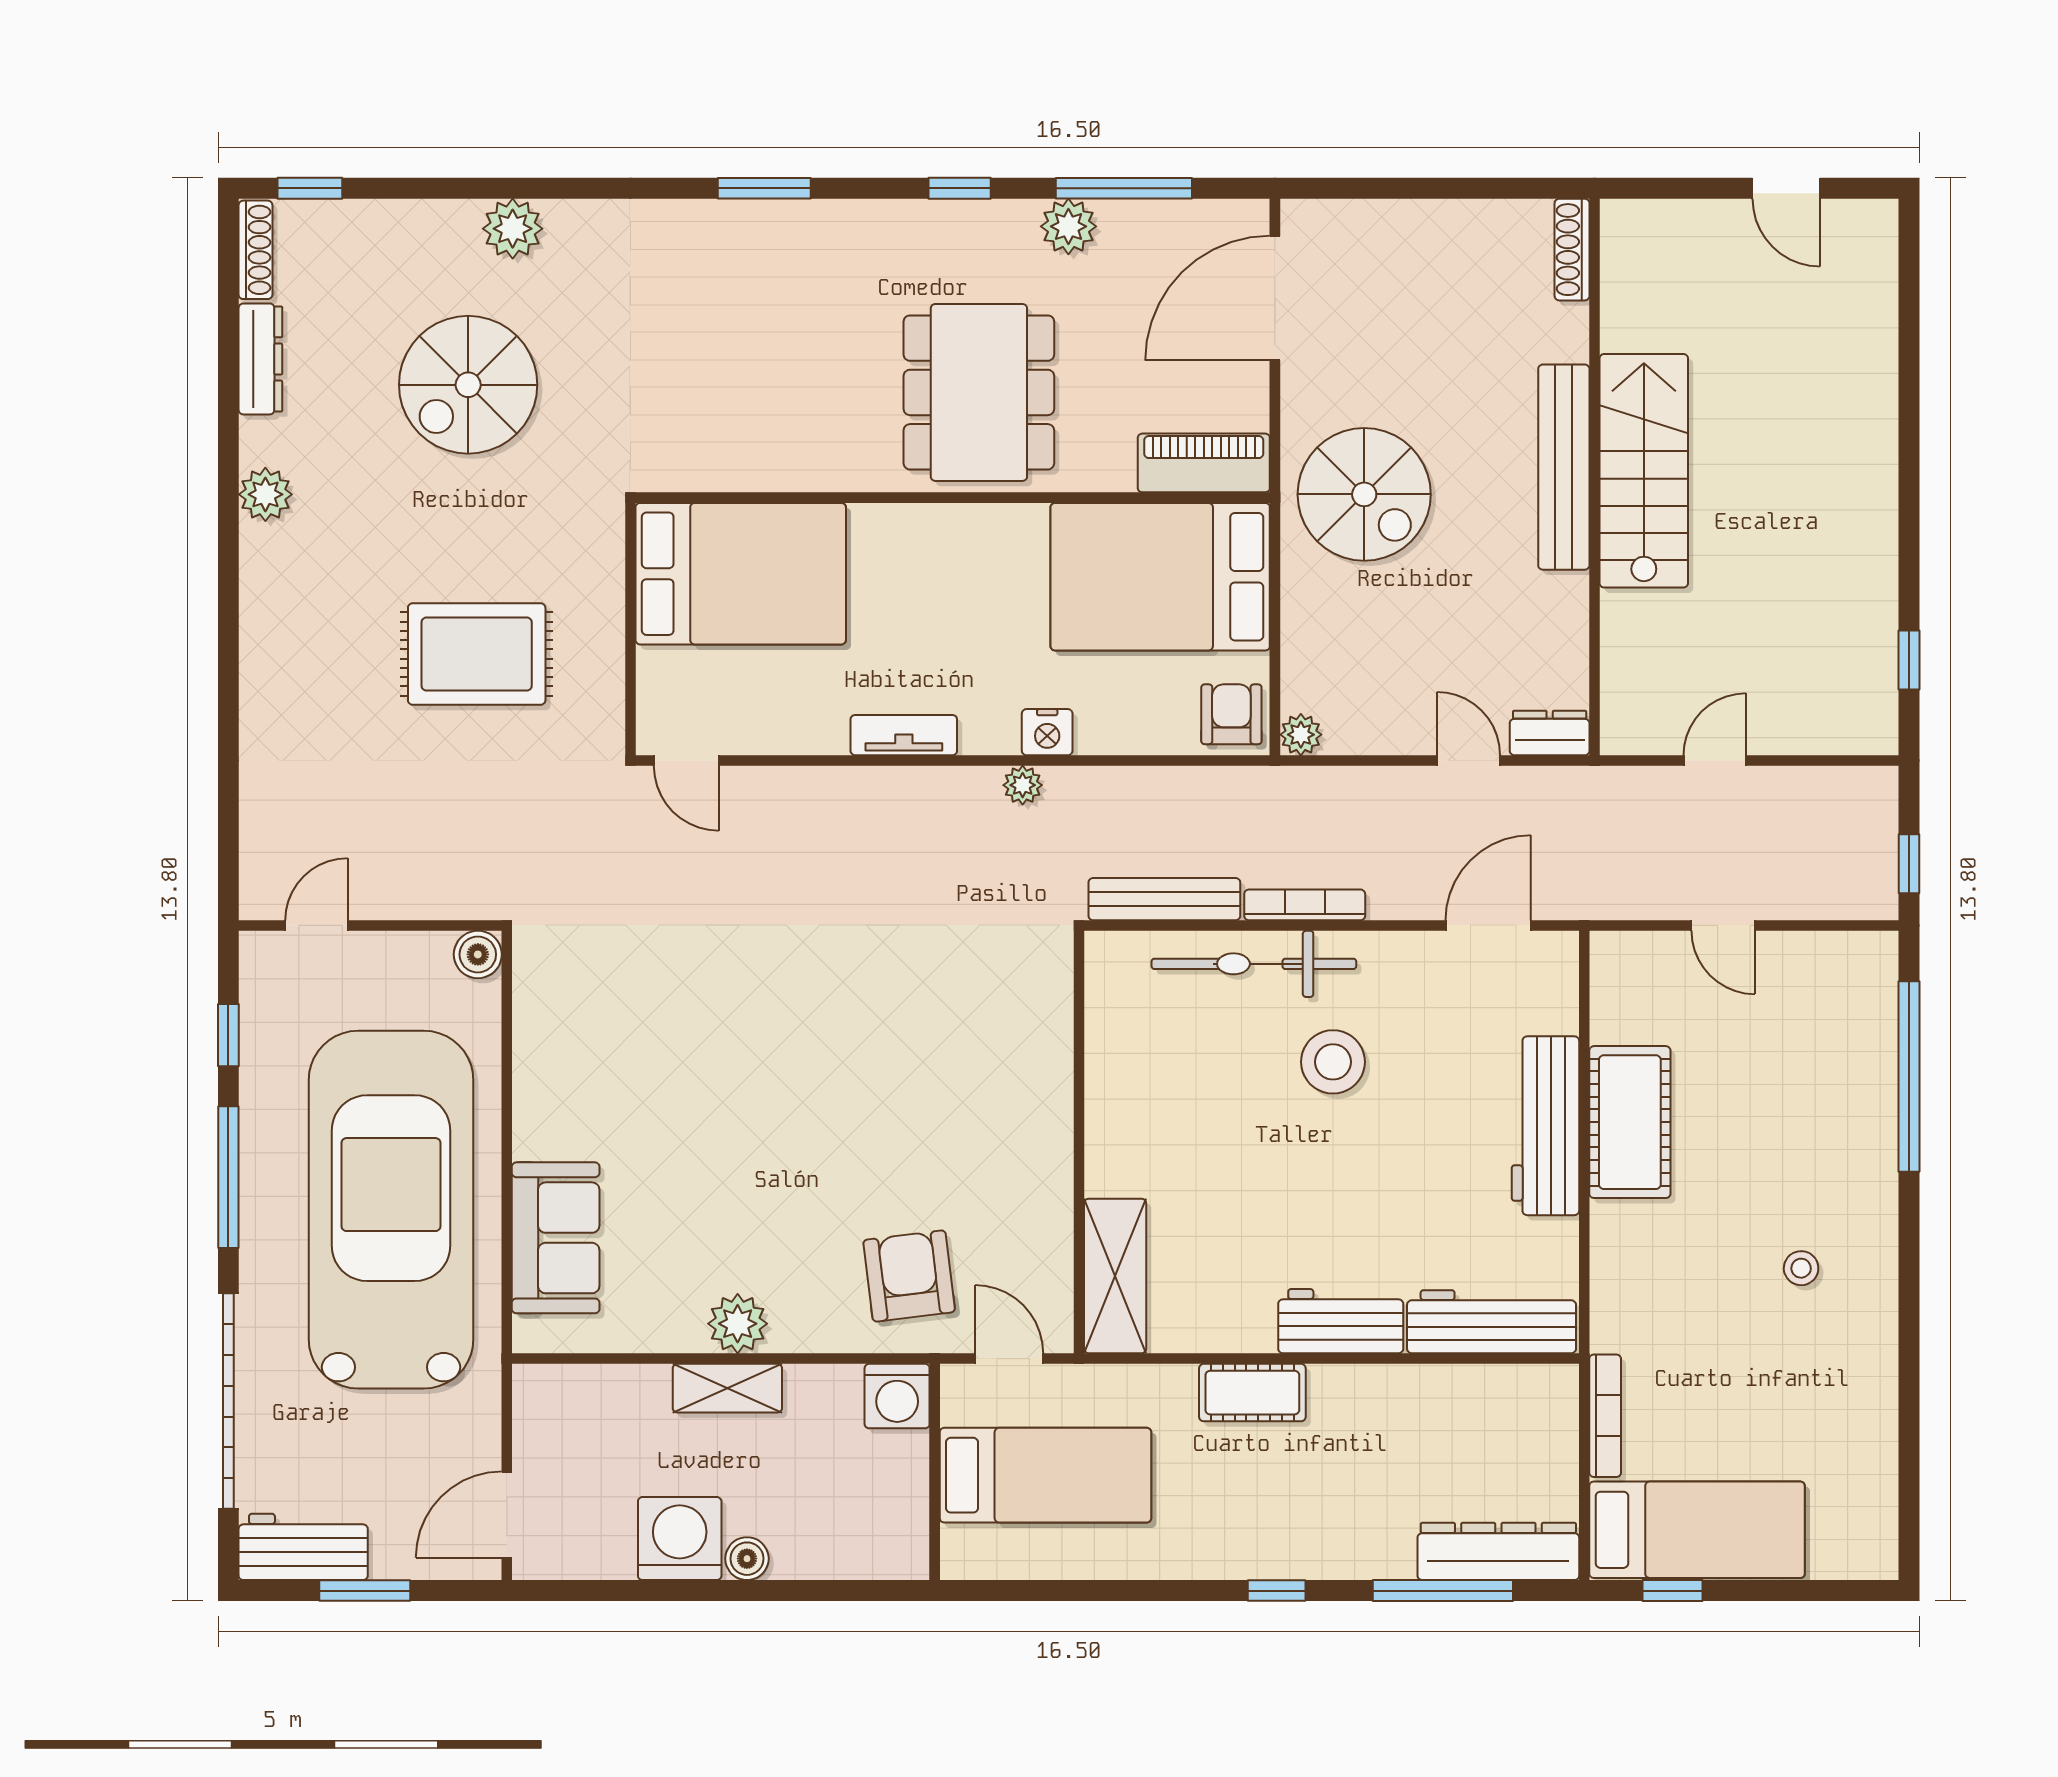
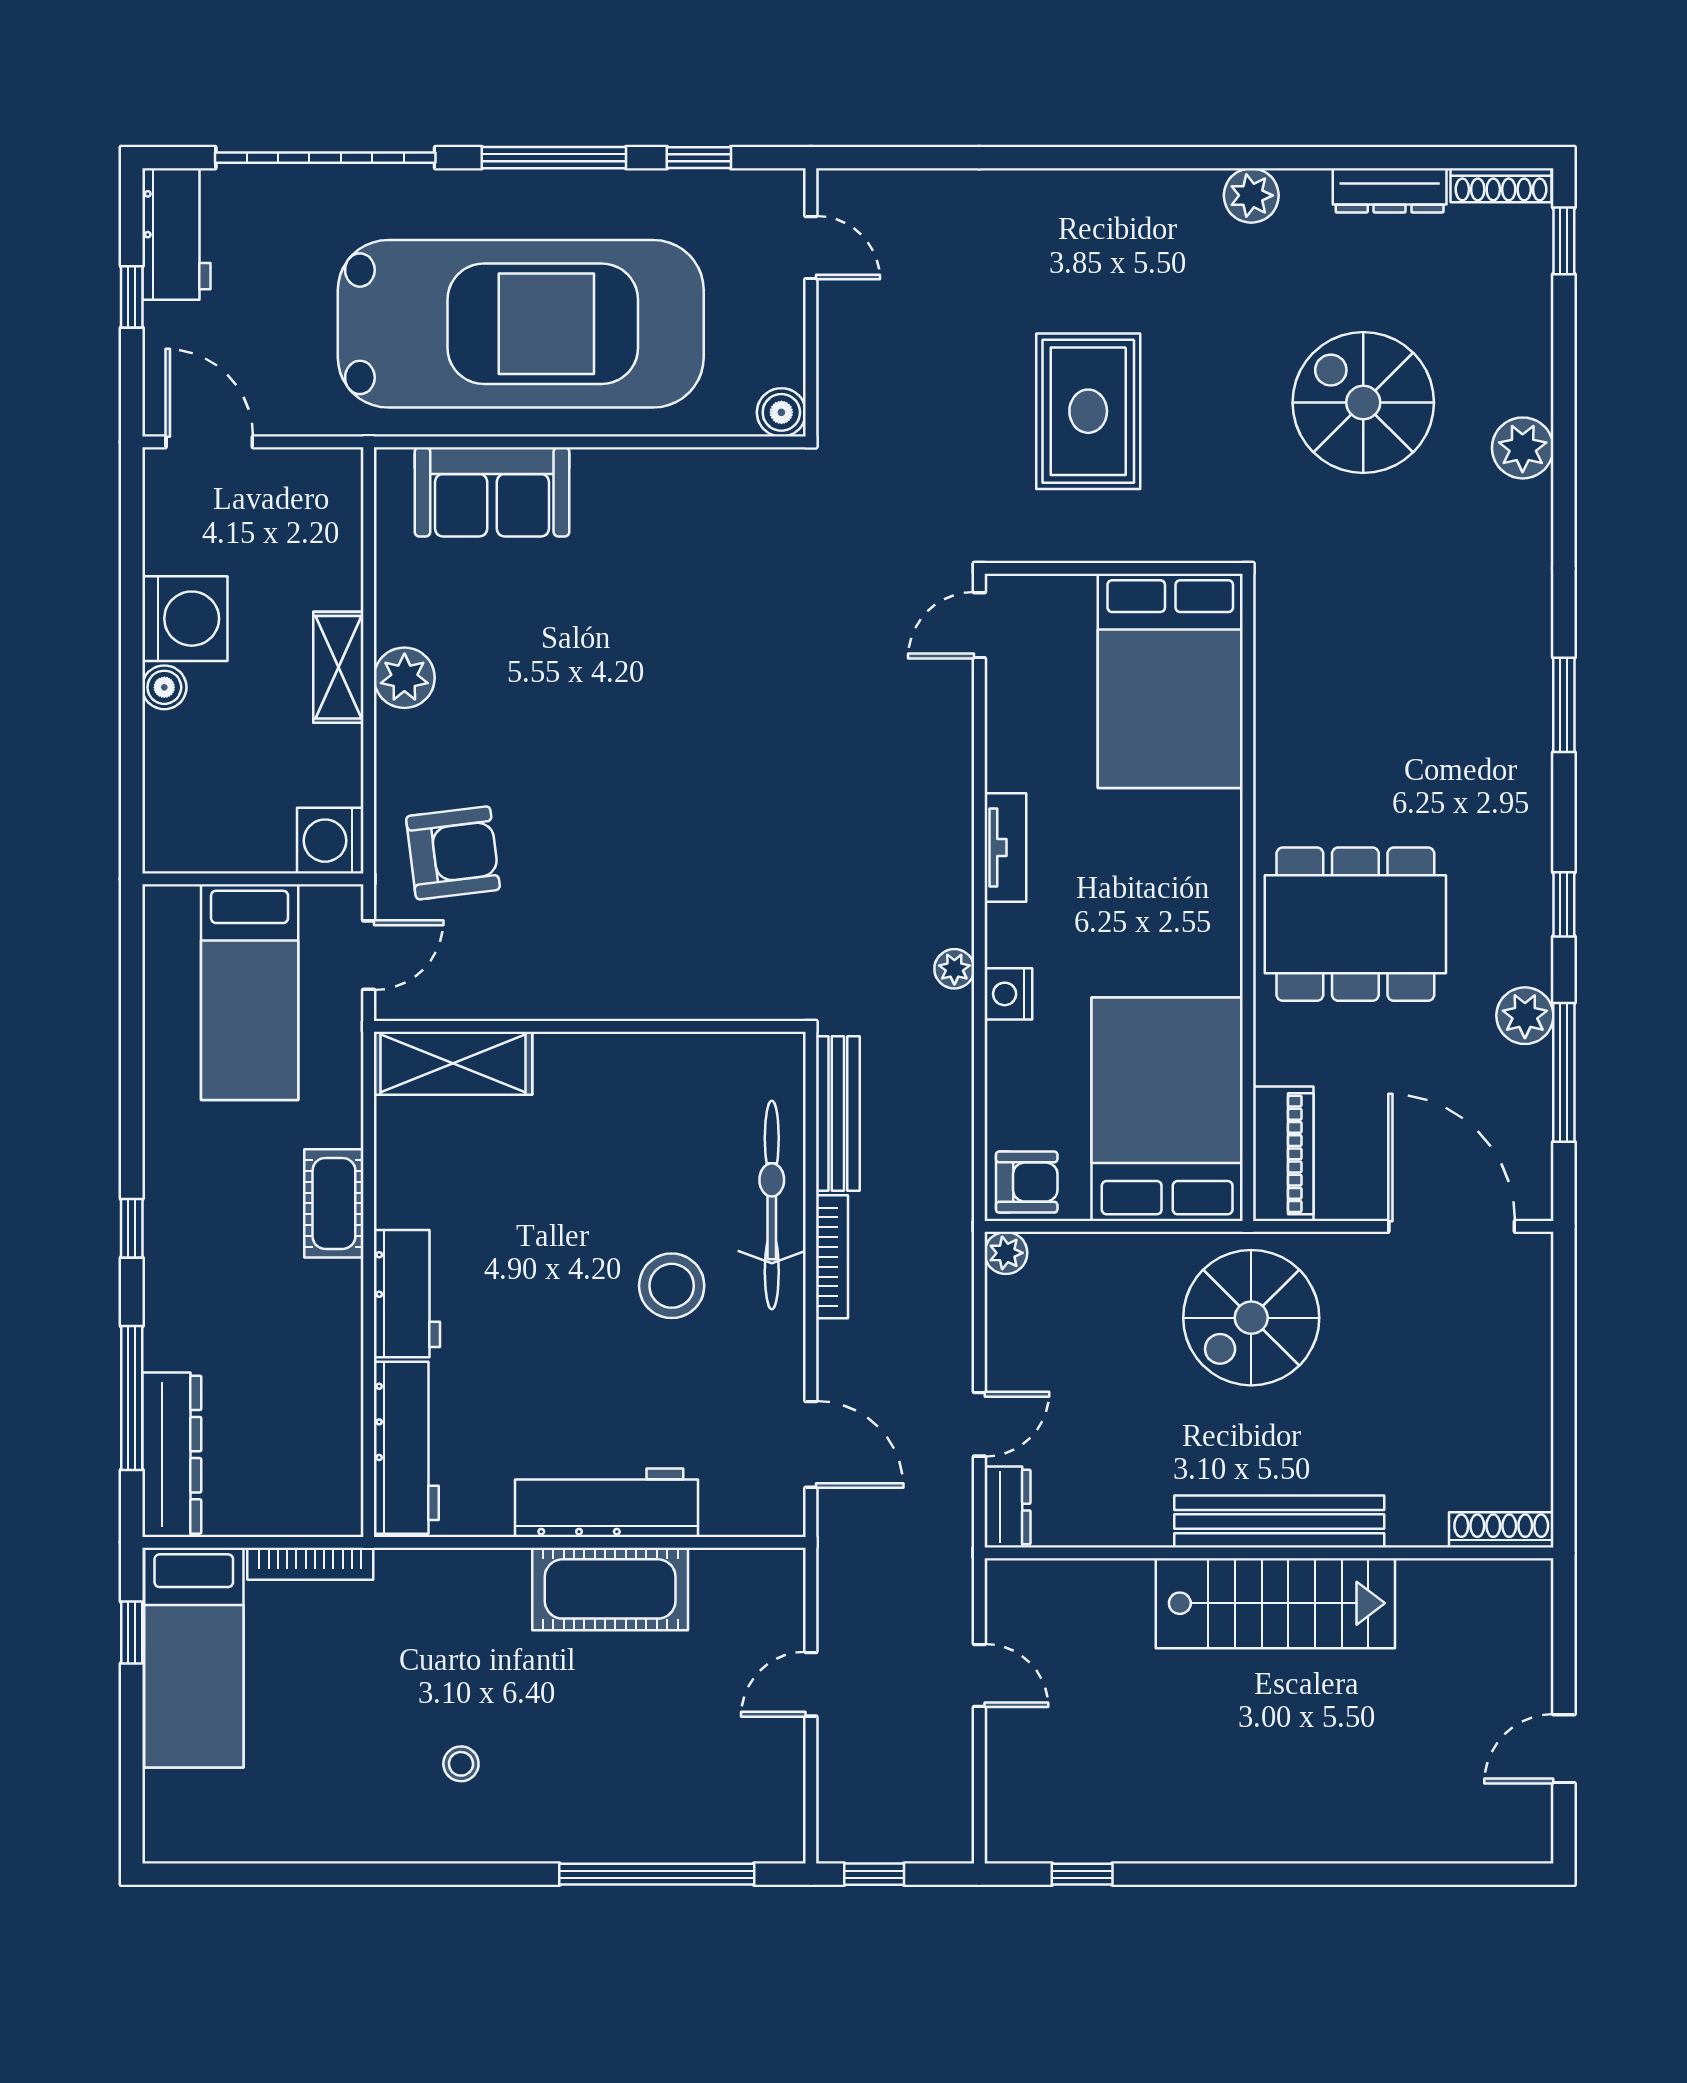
window: (365, 1591) -> (132, 297), width x0.67

